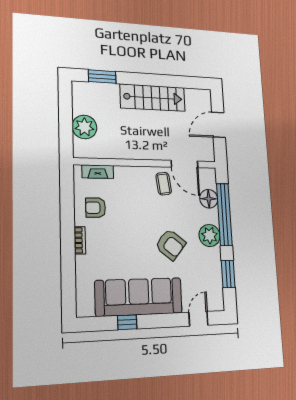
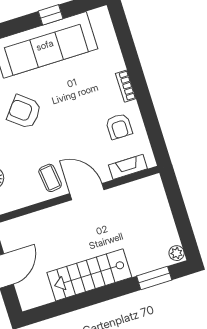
plant: (84, 127) -> (177, 253), moved, width x0.53, depth x0.53
door: (184, 164) -> (87, 192), moved
armchair: (96, 208) -> (119, 126), turned 90

